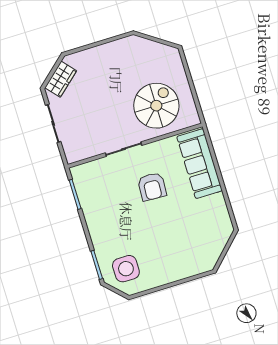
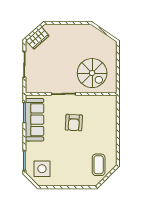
spiral stairs: (156, 106) -> (92, 73), turned 90
sofa: (199, 164) -> (35, 120), moved, turned 180
coffee table: (207, 237) -> (99, 165), added

